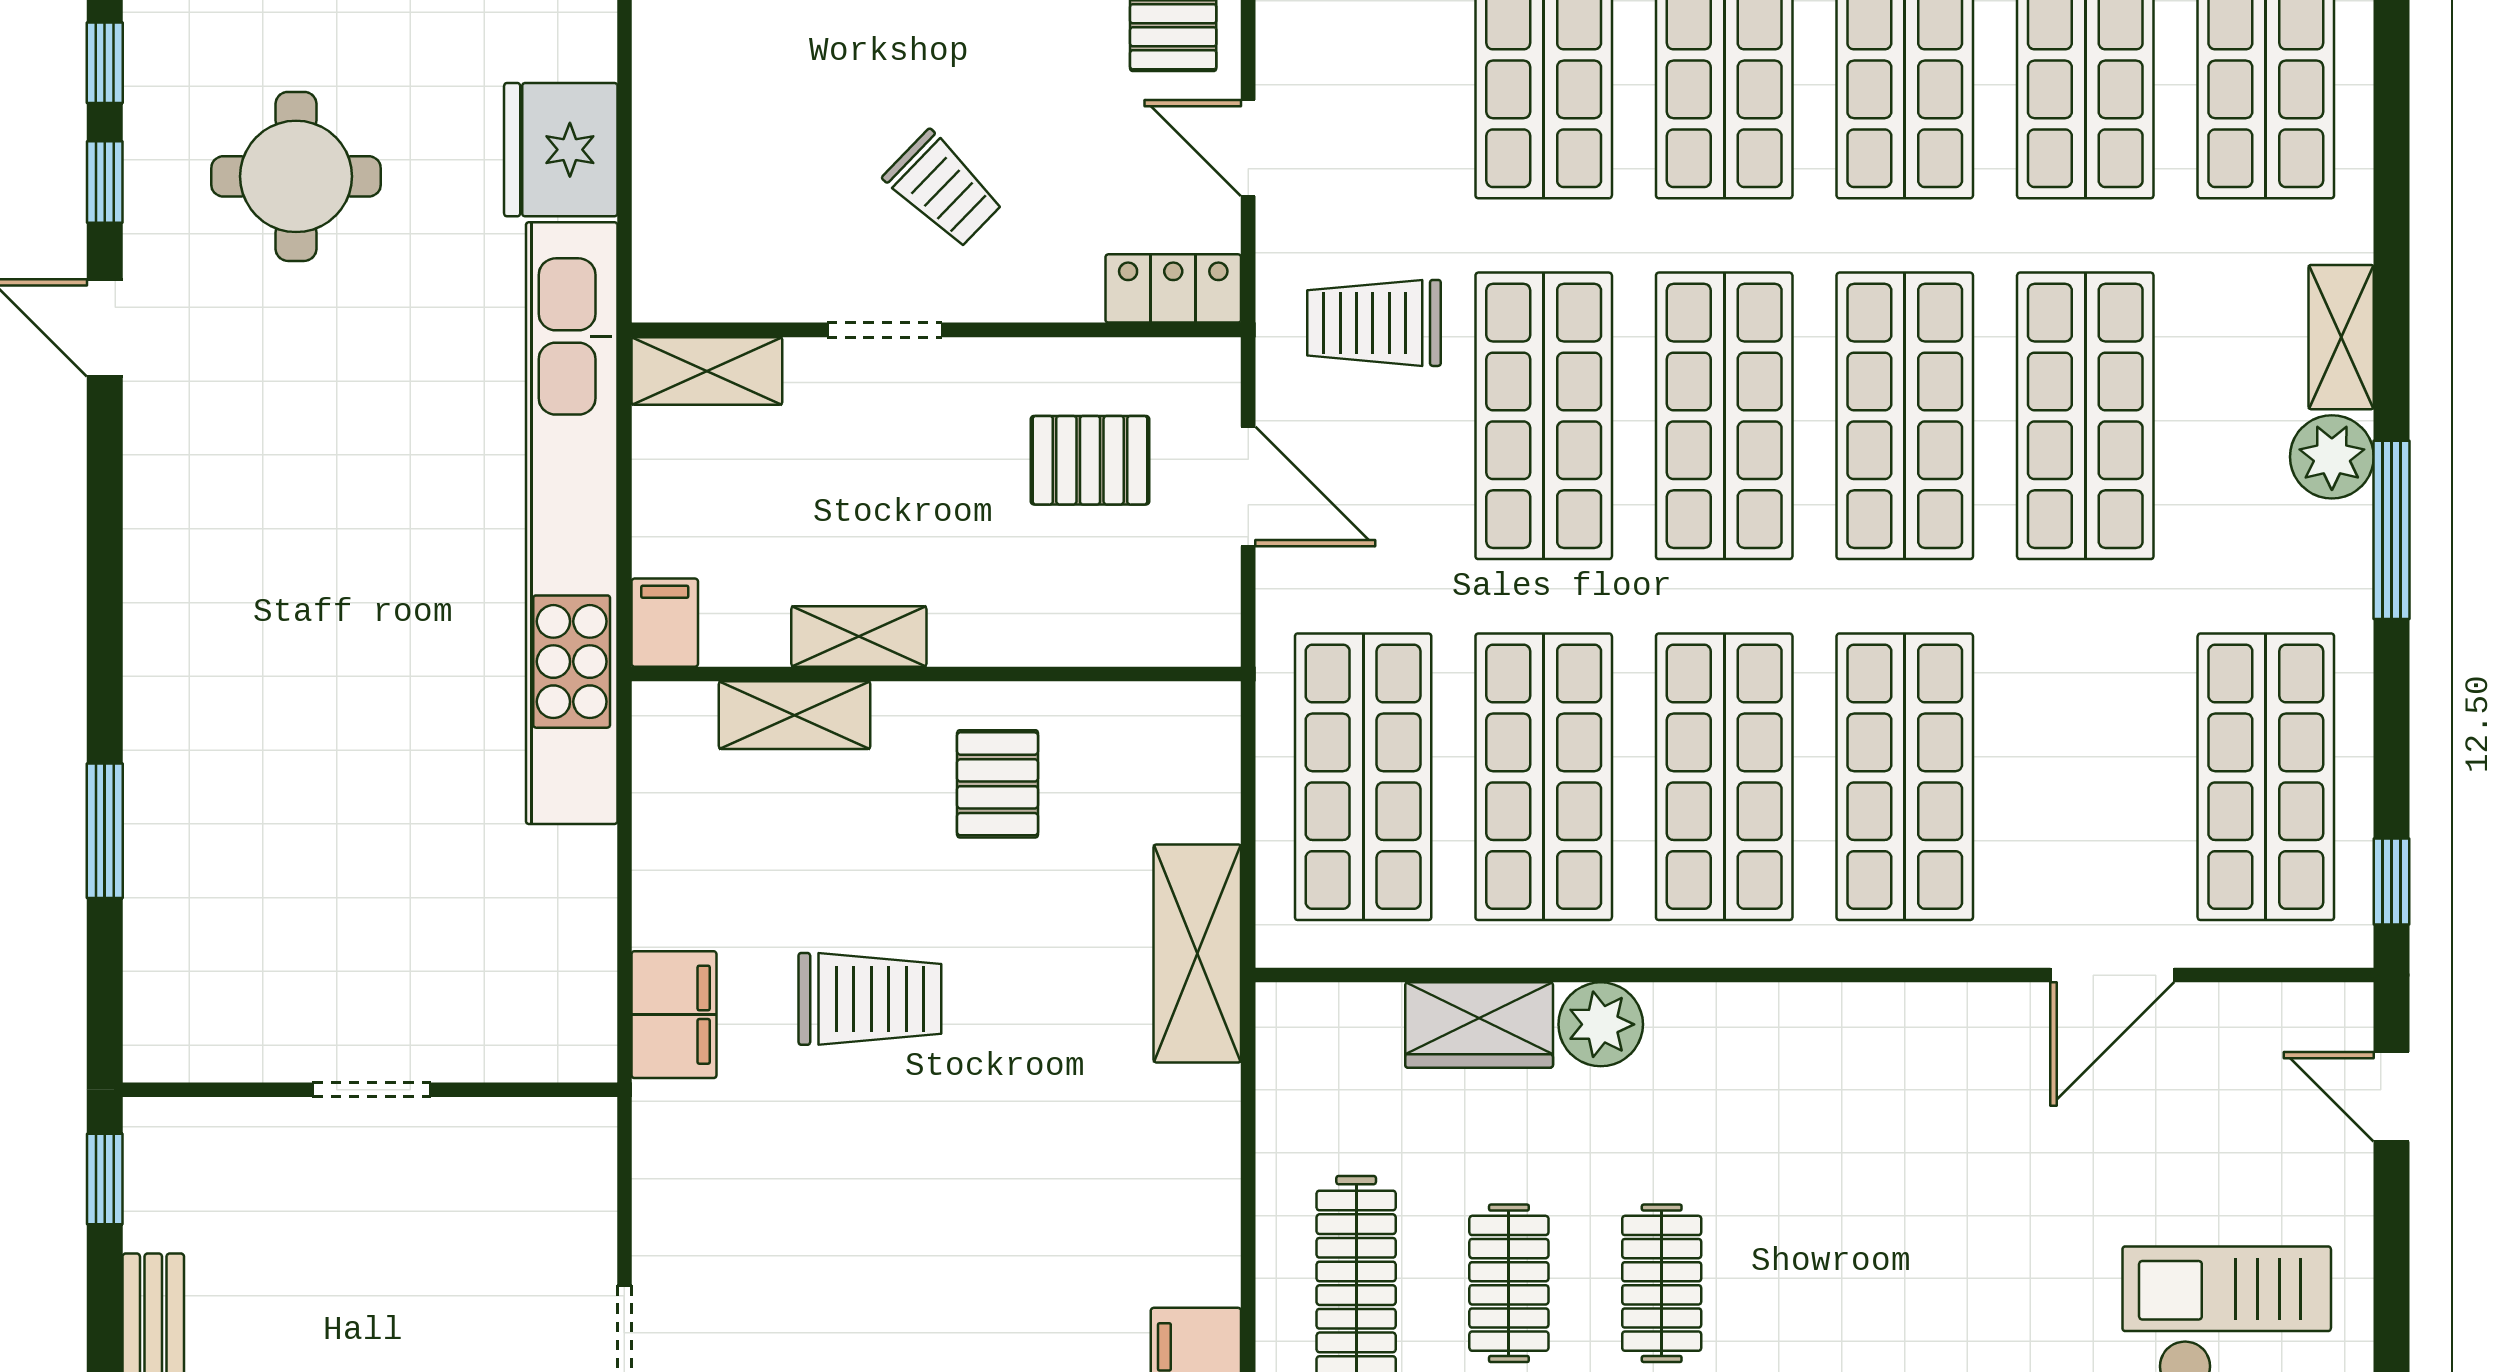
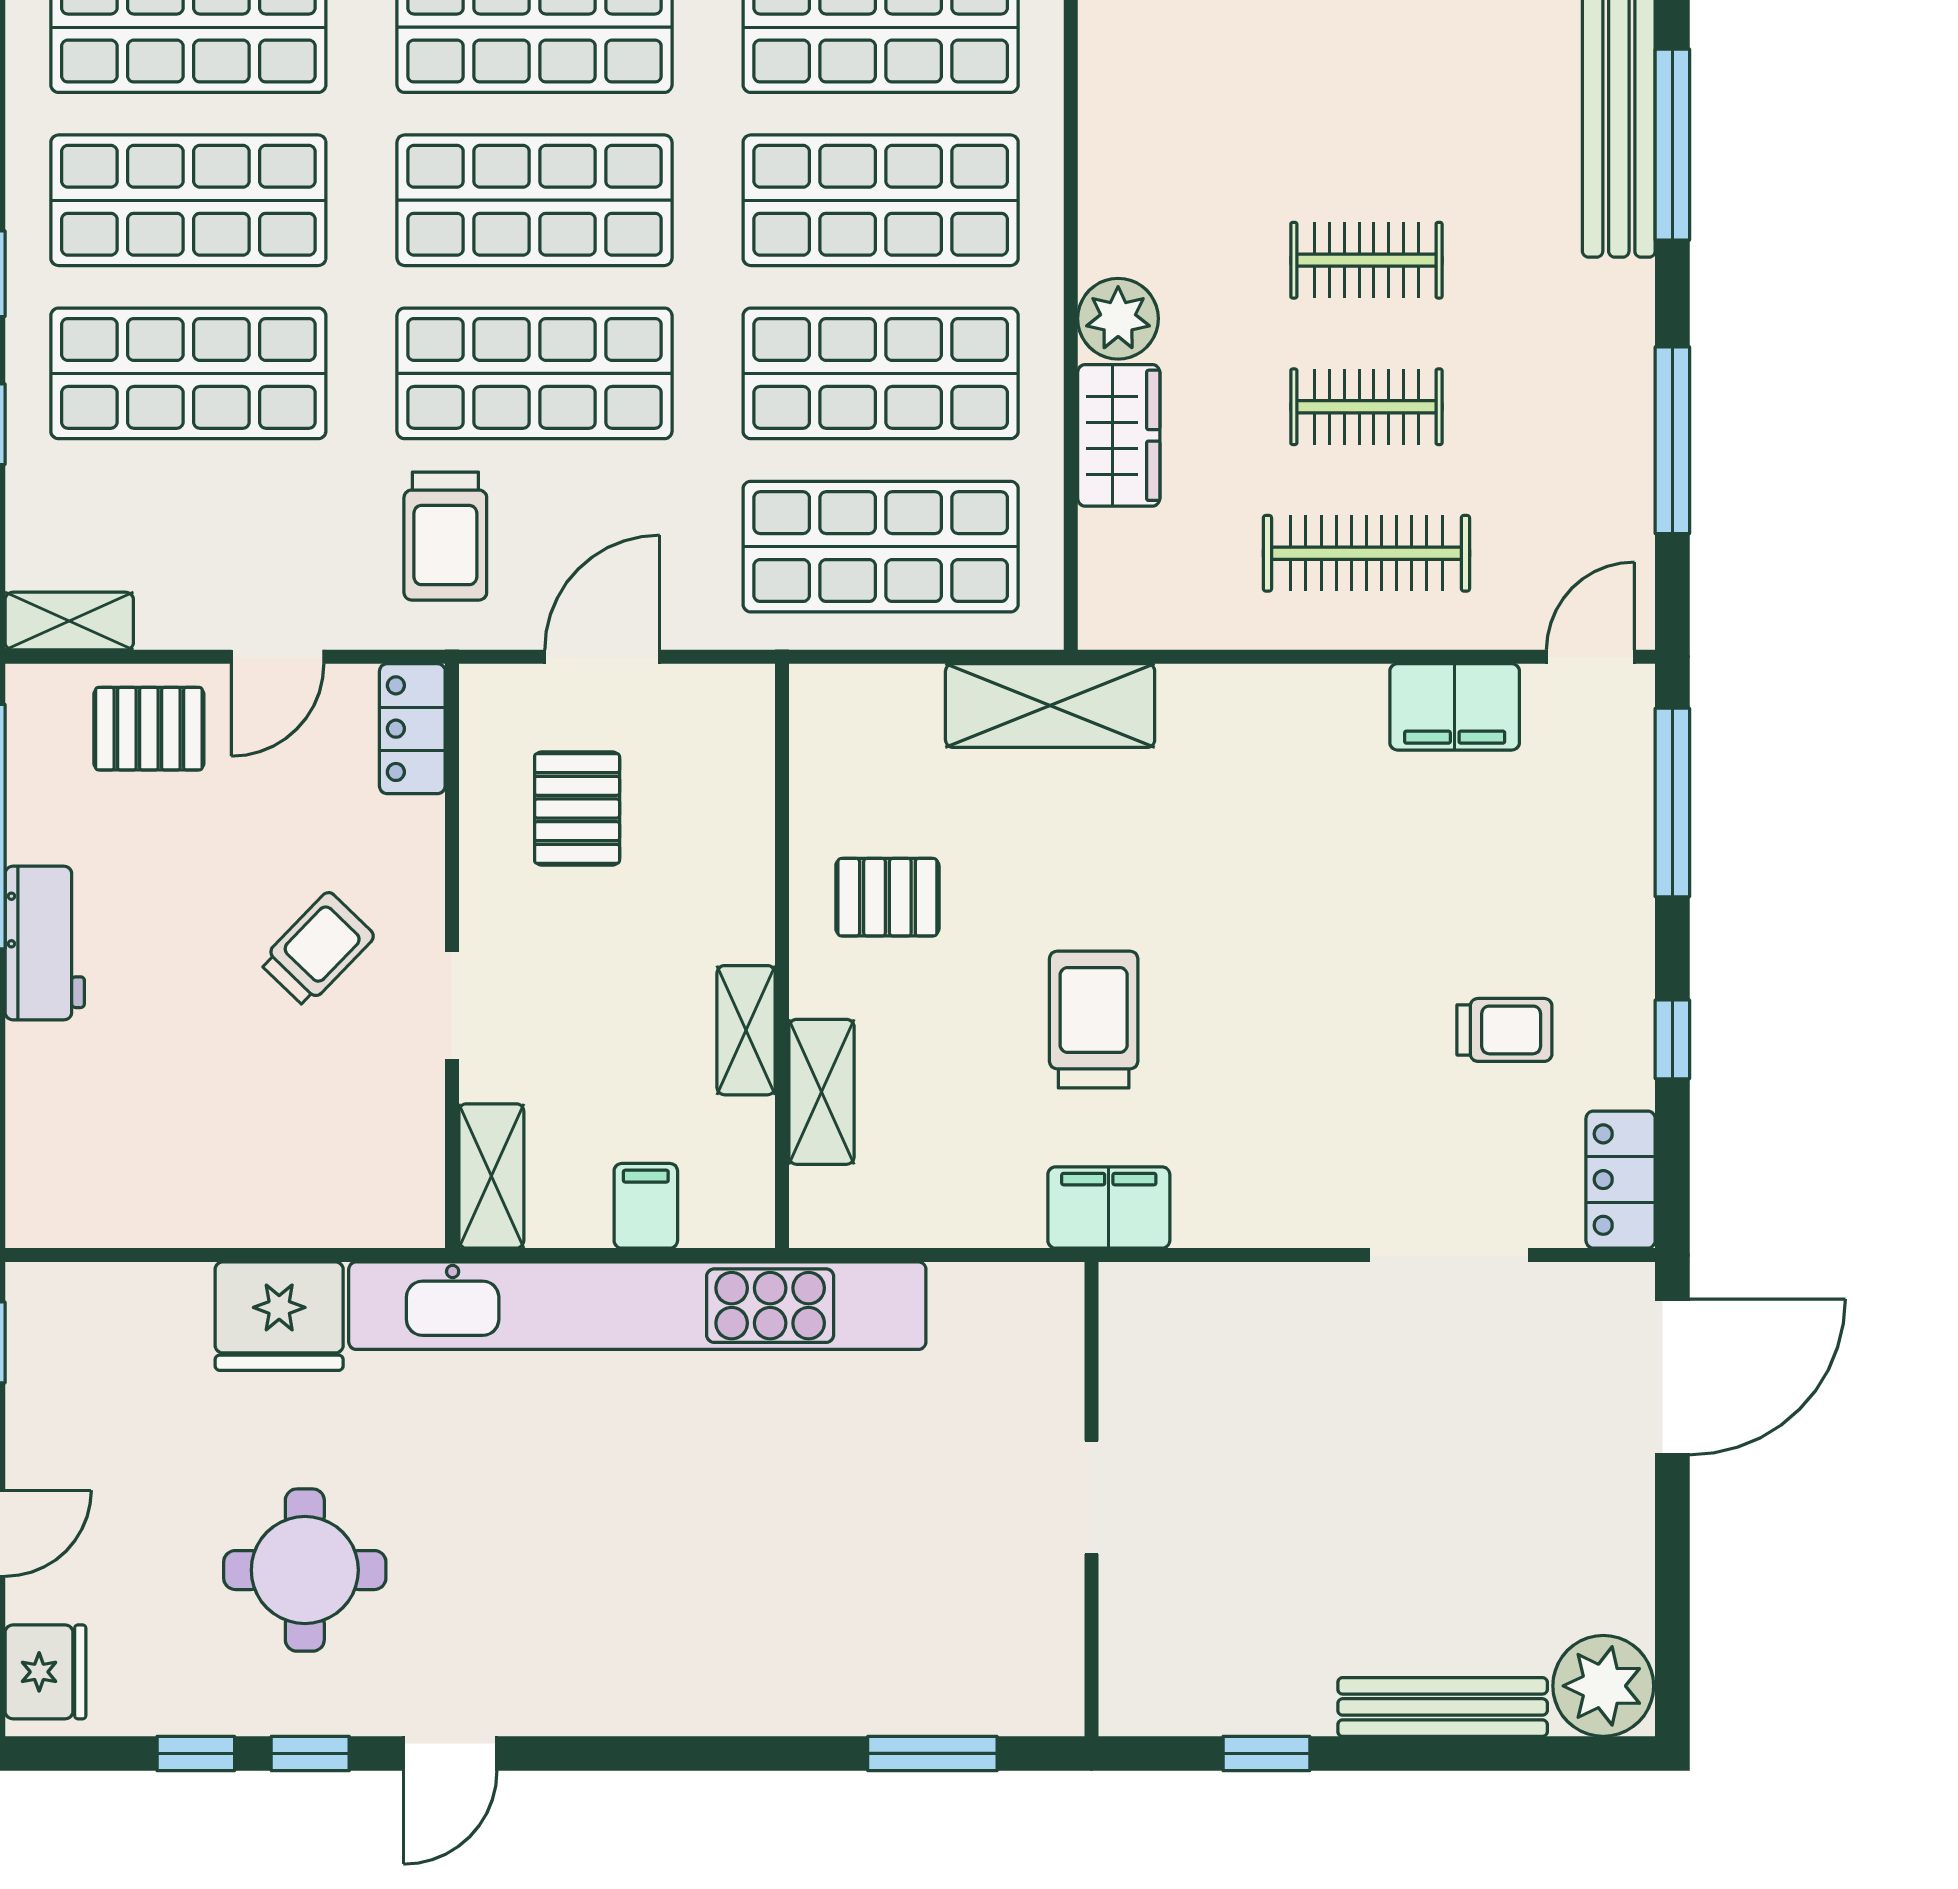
filing cabinet: (665, 623) -> (646, 1206), moved, turned 90
wall: (370, 1090) -> (1091, 1499), moved
doorway: (372, 1090) -> (1091, 1497), moved

